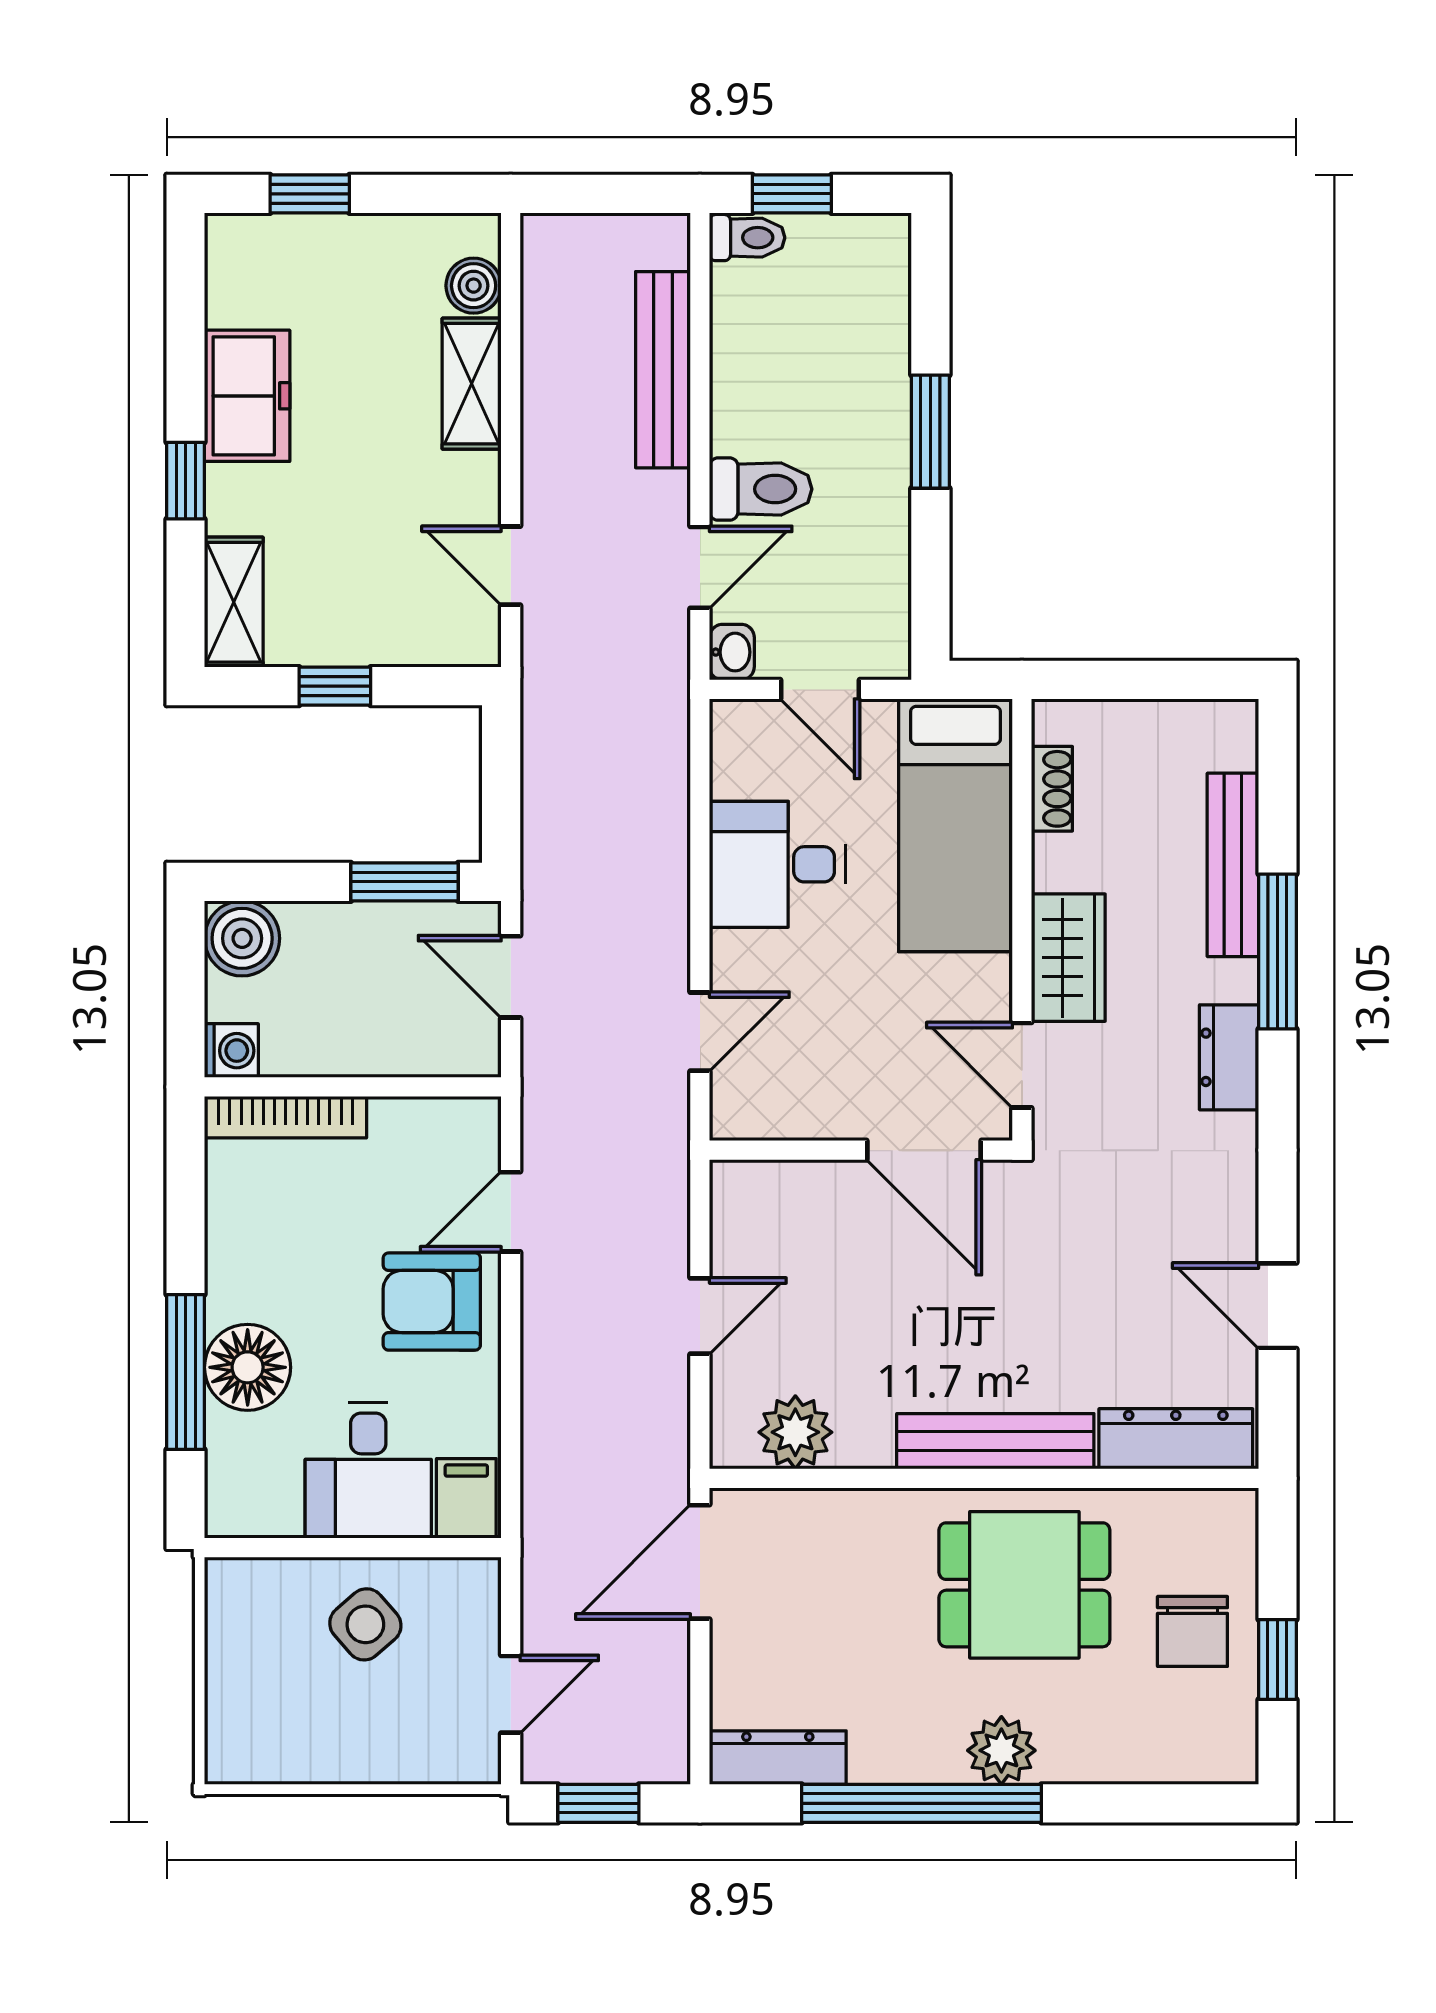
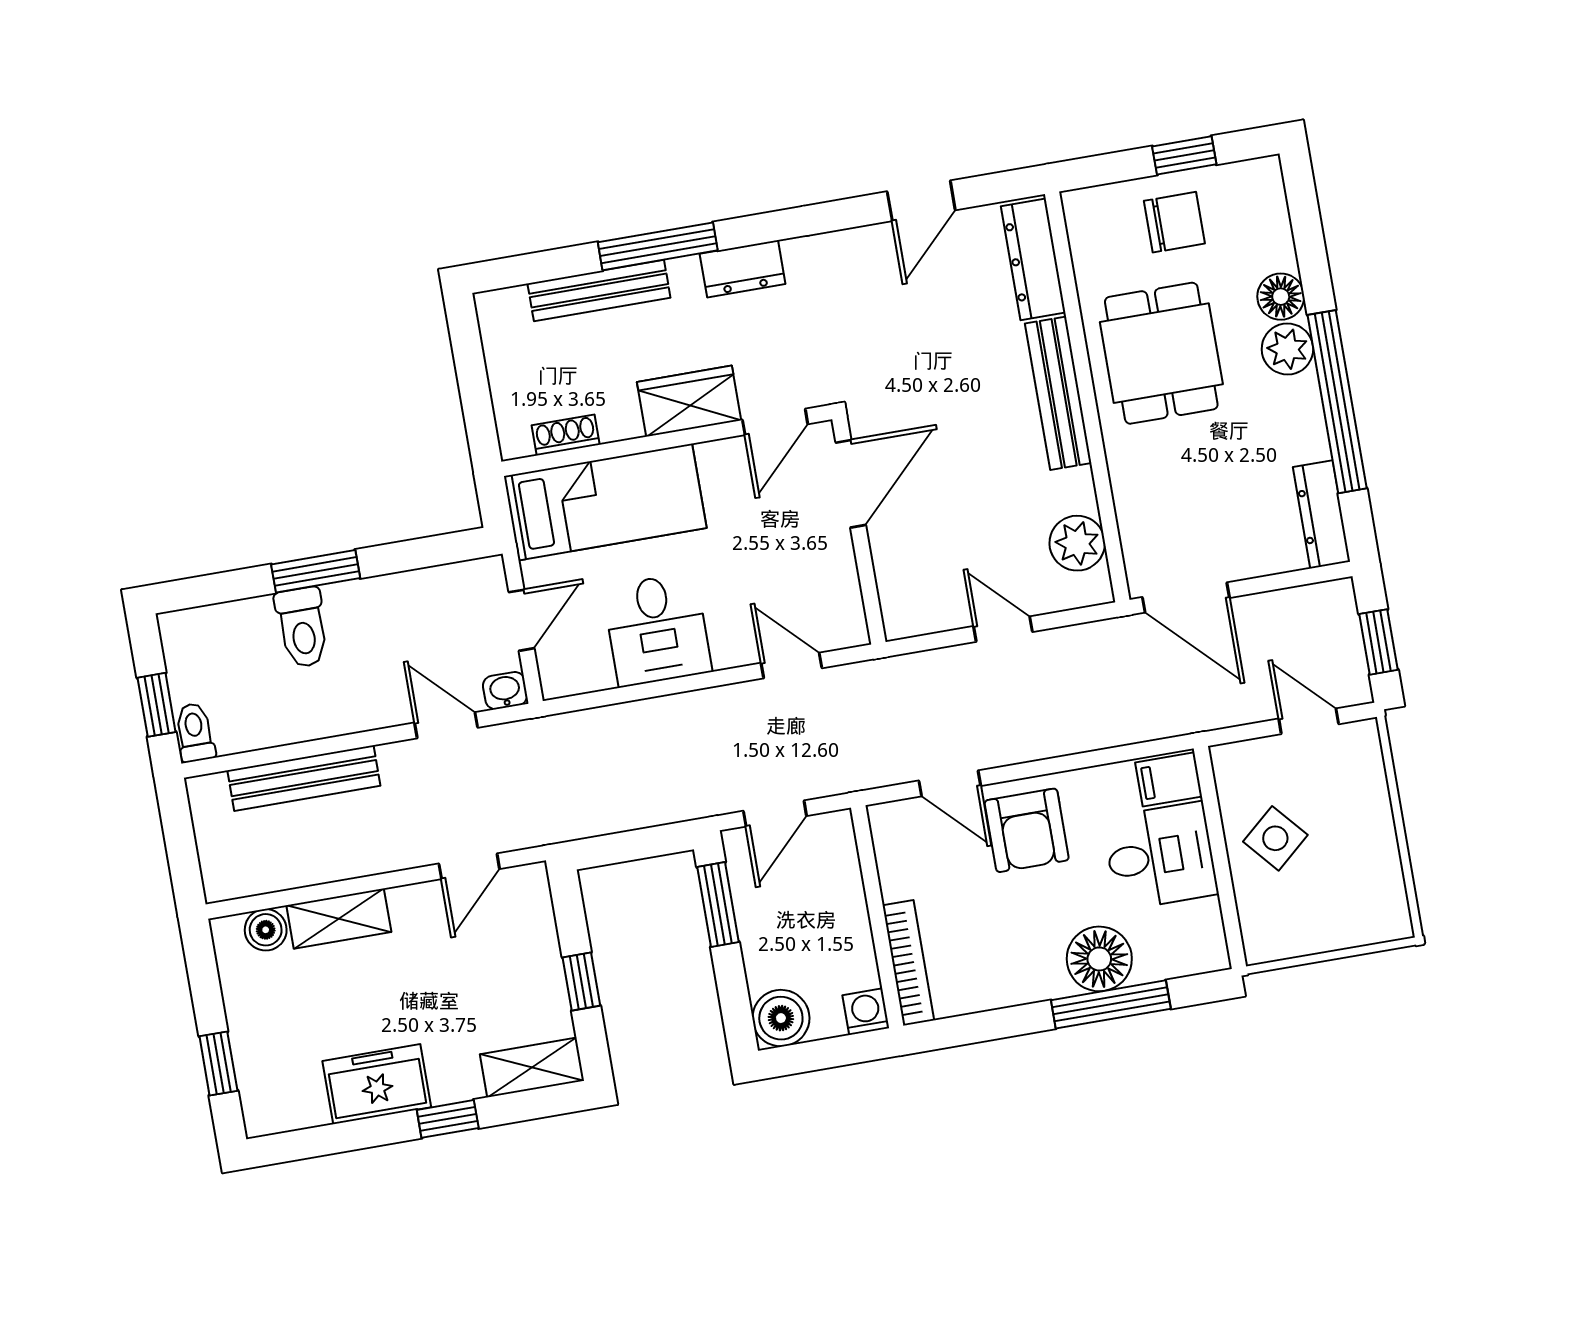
toilet: (761, 489) -> (302, 627), moved, turned 180
floor lamp: (1071, 1754) -> (1281, 297), added

